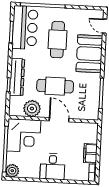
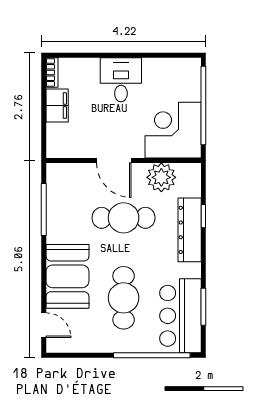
plant: (12, 171) -> (190, 69), removed

